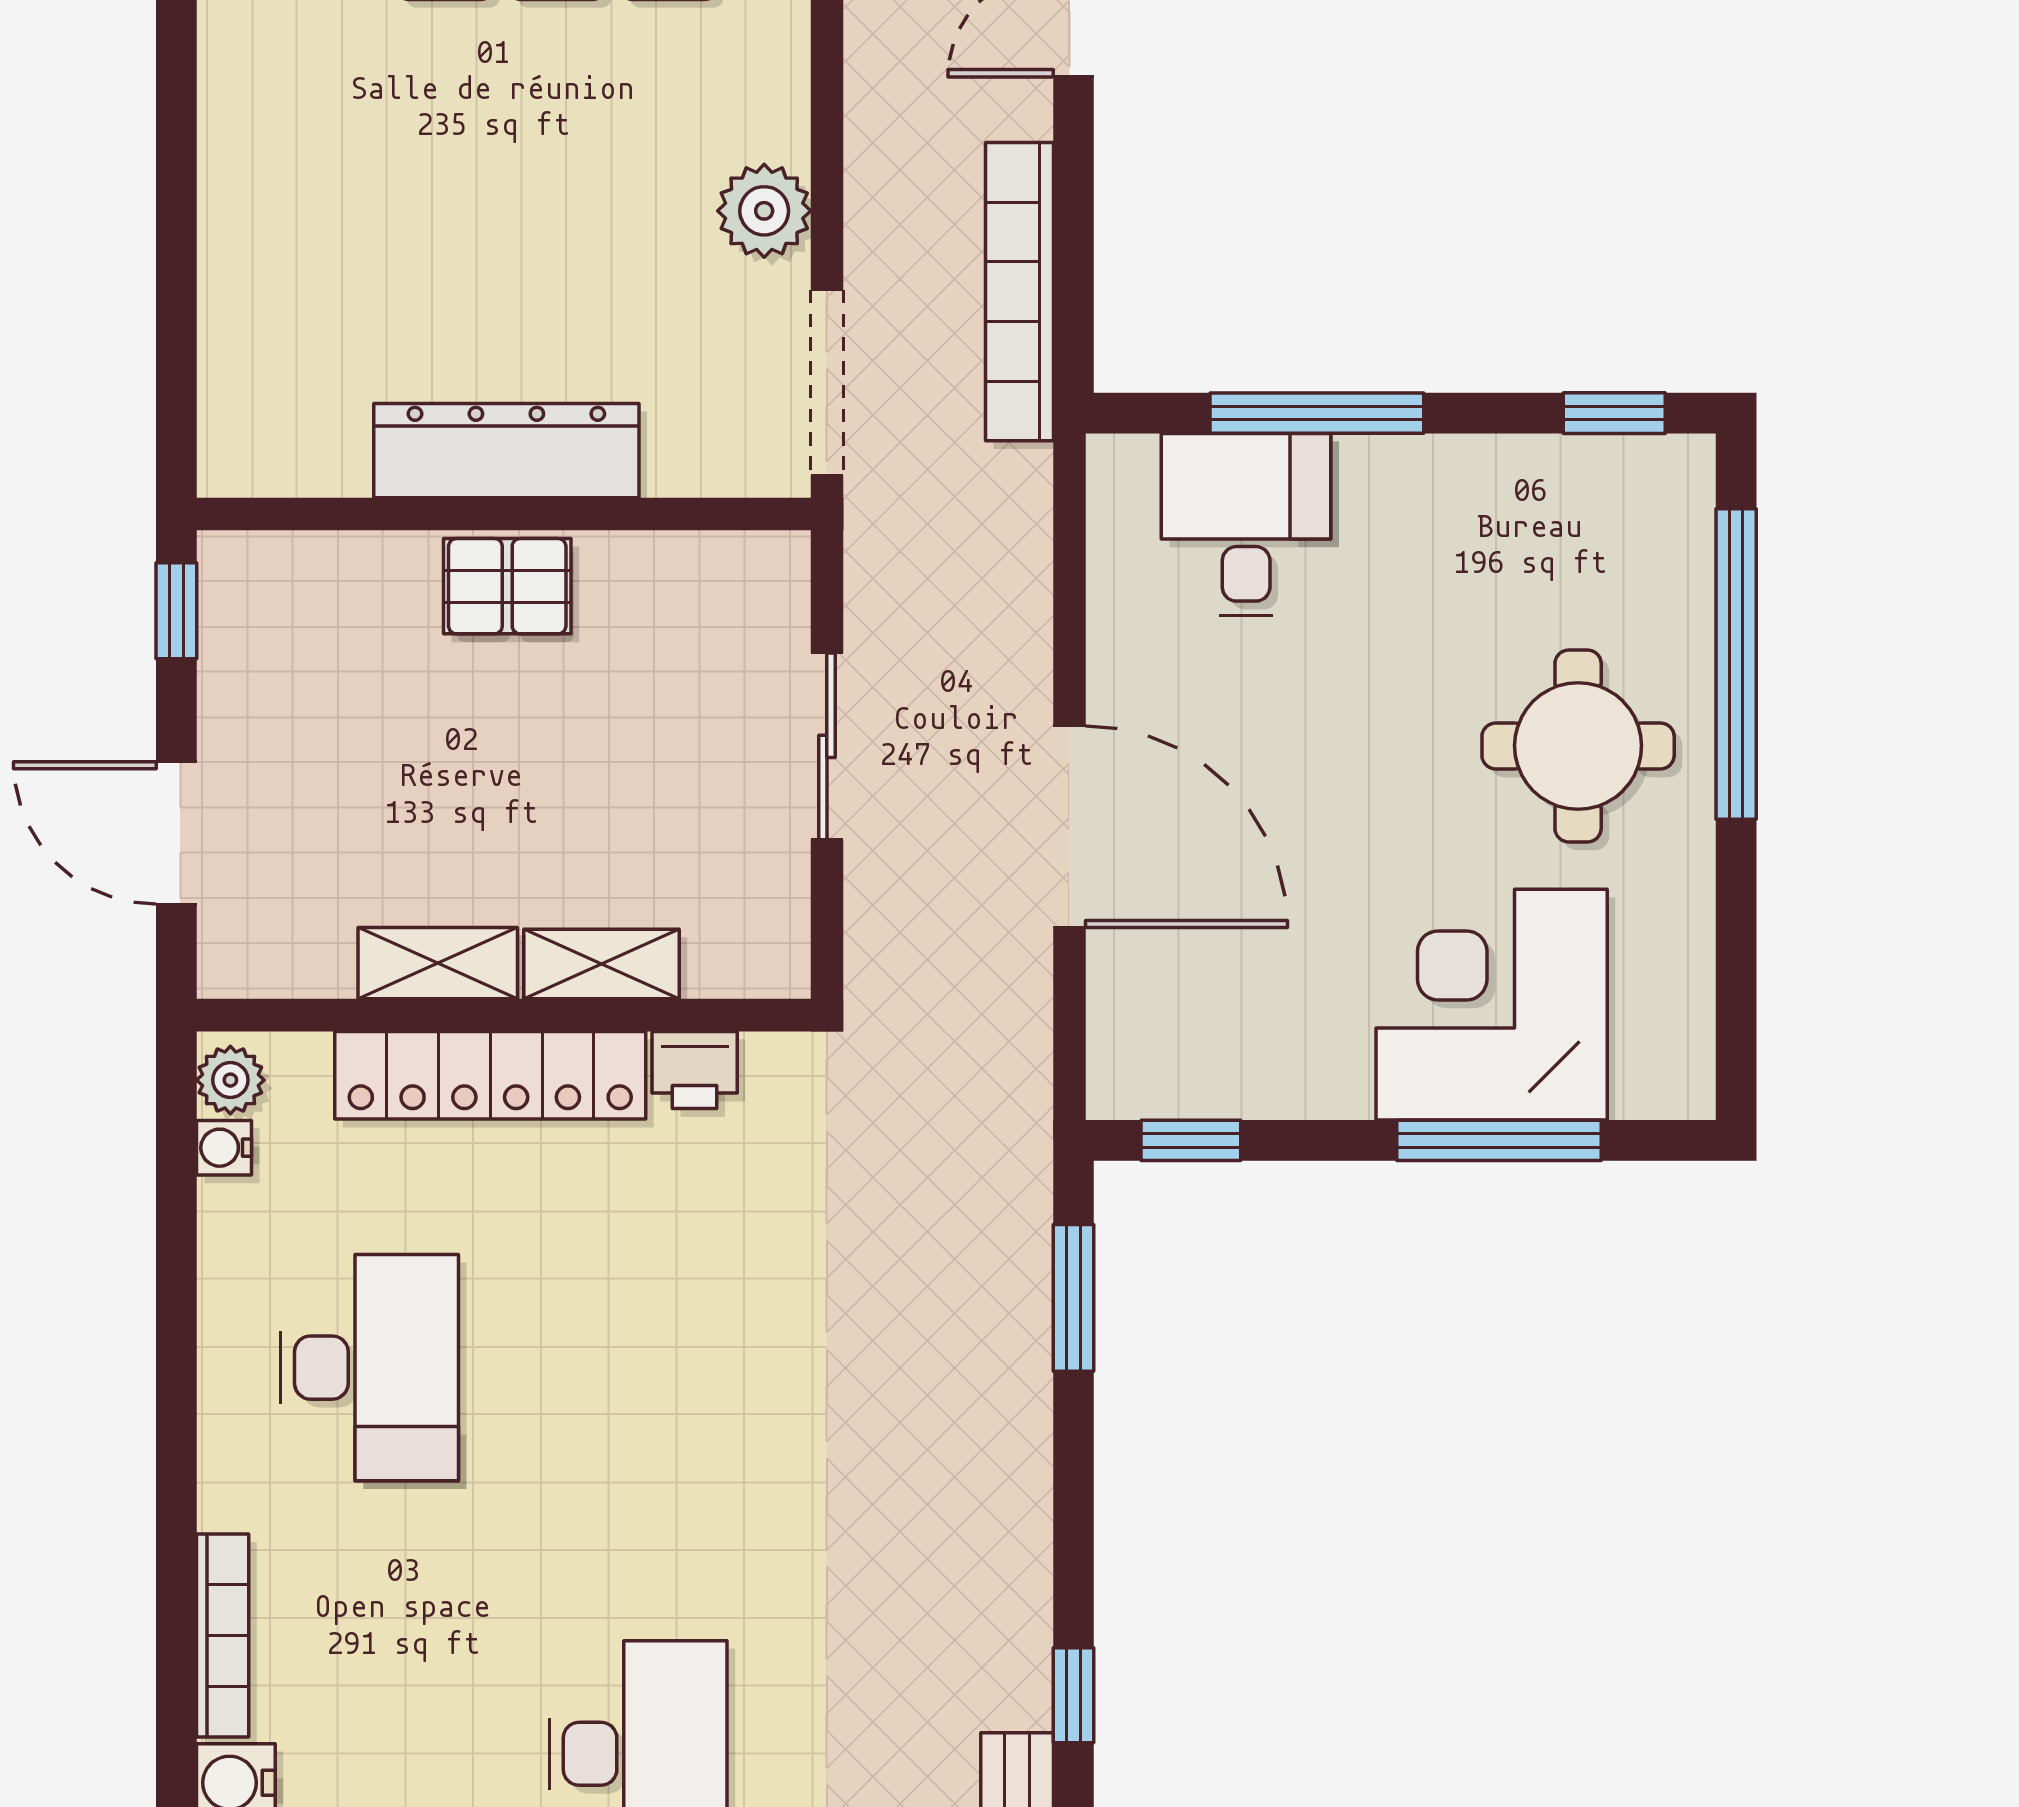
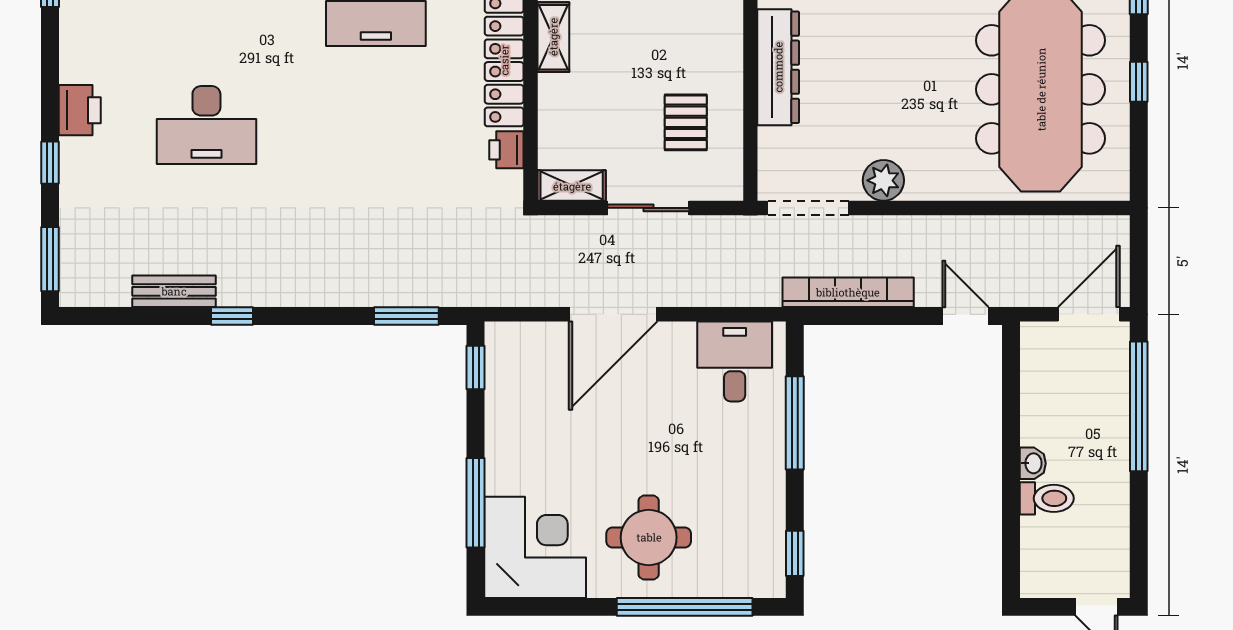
desk: (1246, 525) -> (735, 361), moved, turned -90
pallet: (507, 586) -> (686, 122), moved
shelving: (601, 964) -> (572, 186), moved, turned 90
corner desk: (1492, 1005) -> (535, 547), moved

